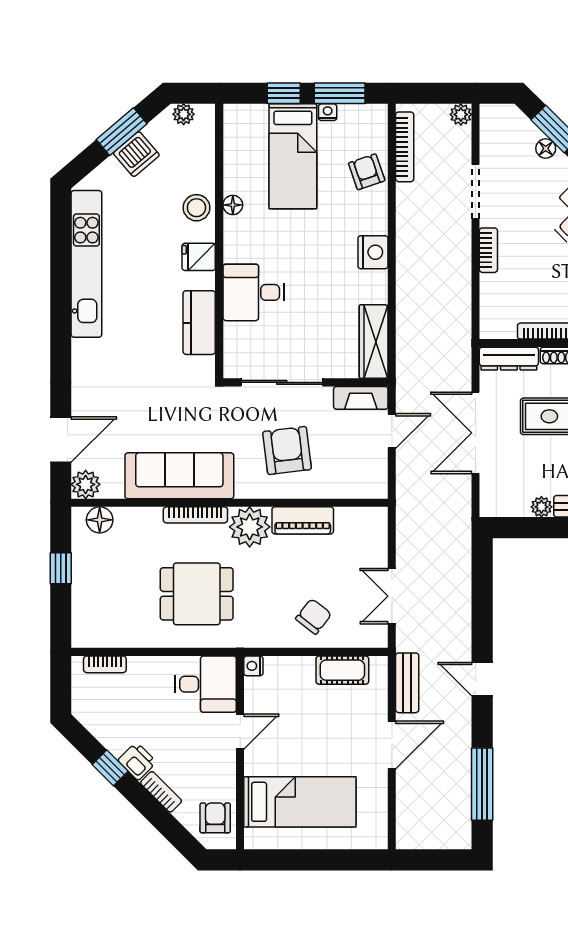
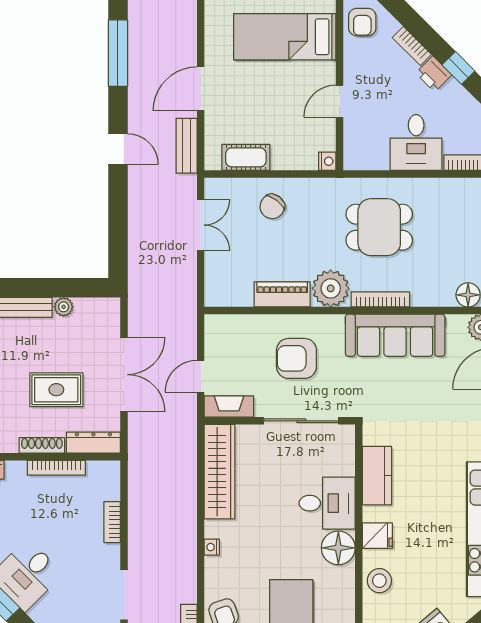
floor lamp: (233, 205) -> (338, 548), moved, width x1.89, depth x1.89
bookcase: (488, 250) -> (112, 522), moved
nightstand: (373, 252) -> (212, 547), width x0.53, depth x0.56
wardrobe: (374, 342) -> (219, 472), width x1.40, depth x1.17
armchair: (287, 450) -> (296, 358), turned 97
desk: (206, 684) -> (416, 142), moved, turned -90

